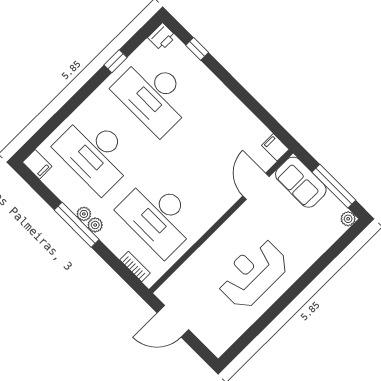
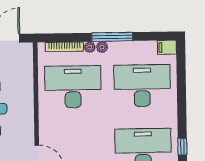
plant: (84, 214) -> (90, 47), moved
bookcase: (135, 266) -> (64, 47), width x1.56

